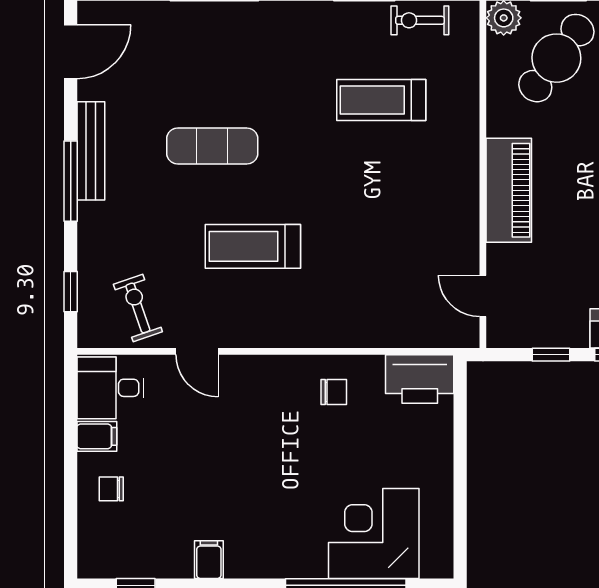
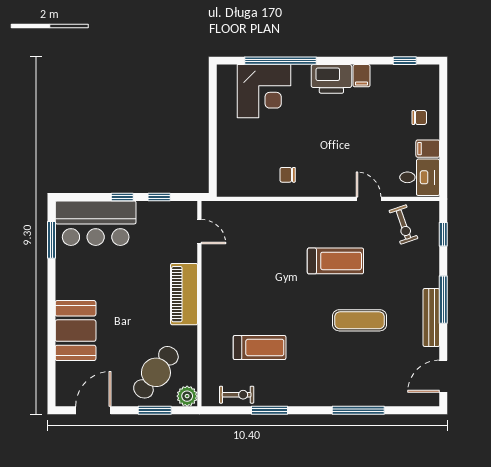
printer: (420, 379) -> (331, 79), moved, turned 180

